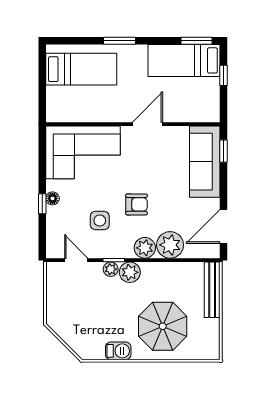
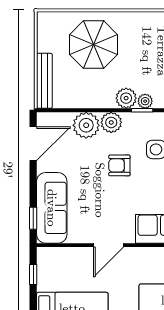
window: (224, 75) -> (33, 274), moved
barbecue: (118, 351) -> (138, 20), removed

